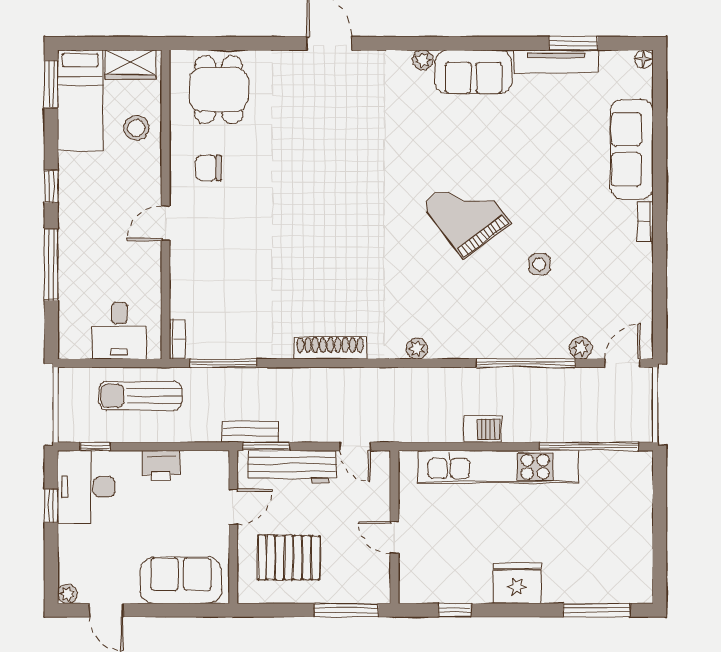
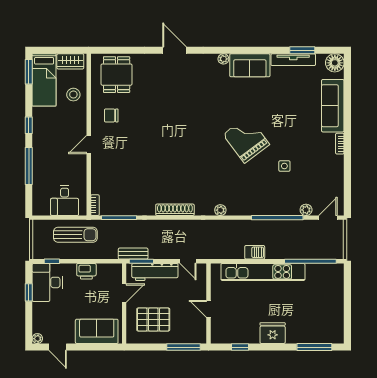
floor lamp: (644, 59) -> (335, 63), width x1.89, depth x1.89
sun lounger: (140, 396) -> (75, 235), turned 180

